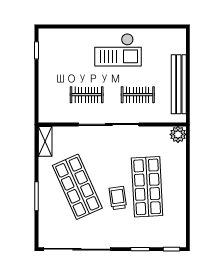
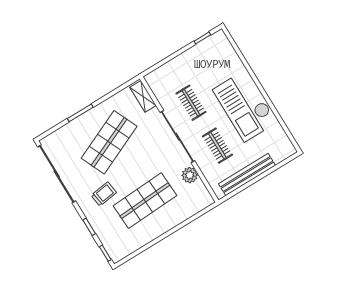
checkout: (118, 50) -> (245, 106), width x1.36, depth x1.21
plant: (178, 134) -> (190, 175), moved
shelving: (45, 141) -> (143, 96), moved, turned 90
trolley: (118, 198) -> (104, 194), moved

